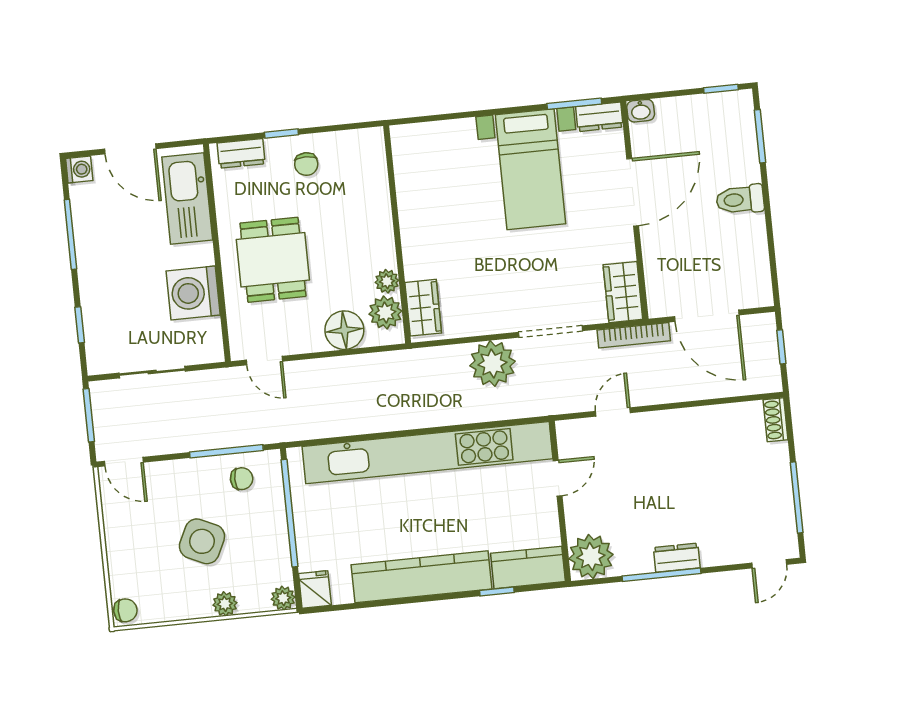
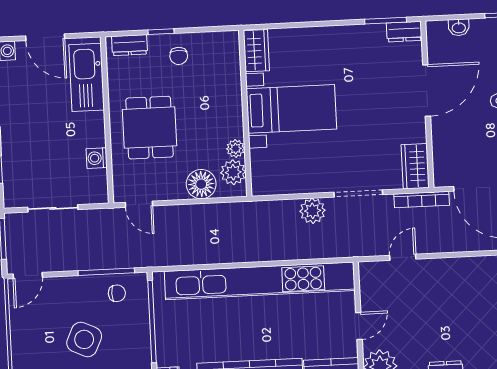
washbasin: (641, 111) -> (459, 27), moved
bed with nightstands: (530, 169) -> (291, 109), moved, turned -90
washing machine: (193, 293) -> (97, 158), width x0.53, depth x0.53
wardrobe: (423, 308) -> (256, 51), moved
plant: (493, 364) -> (313, 211), width x0.73, depth x0.73
door: (124, 462) -> (28, 276), hinge flipped
door: (558, 478) -> (359, 326), moved

